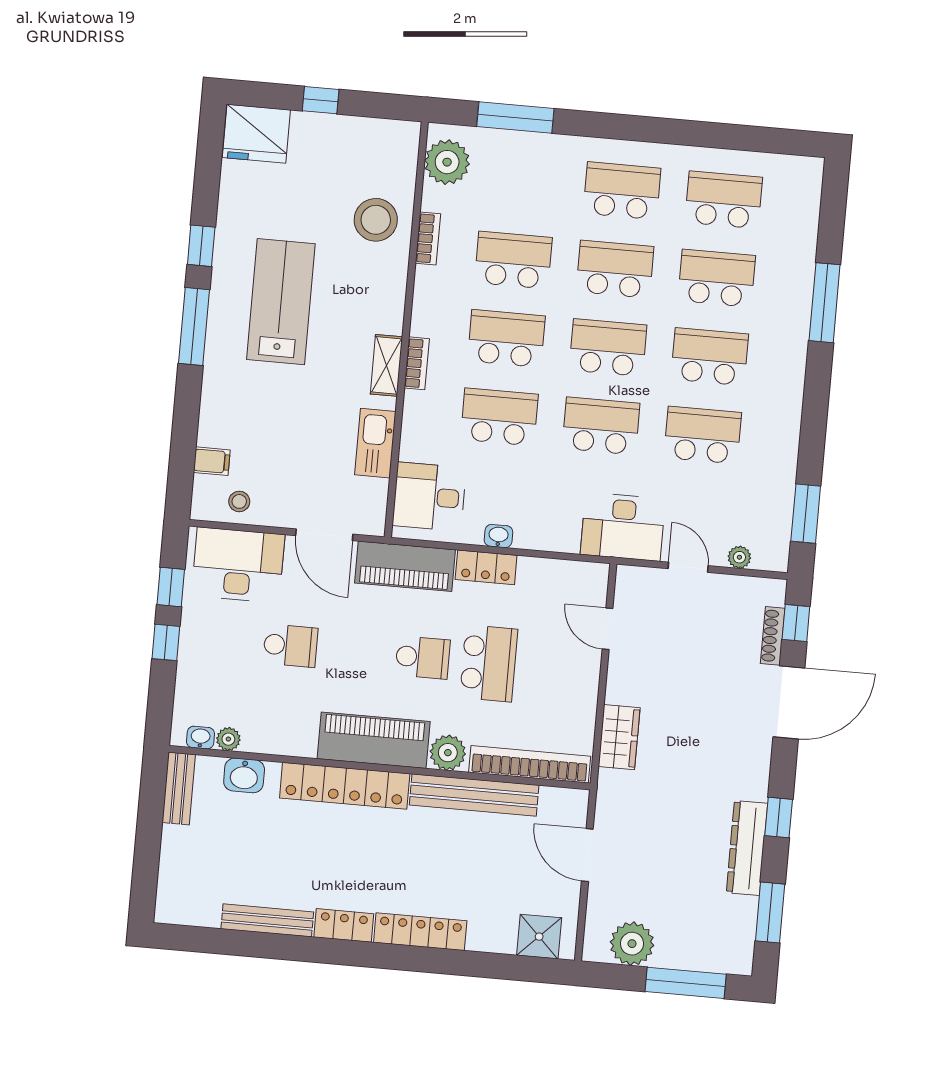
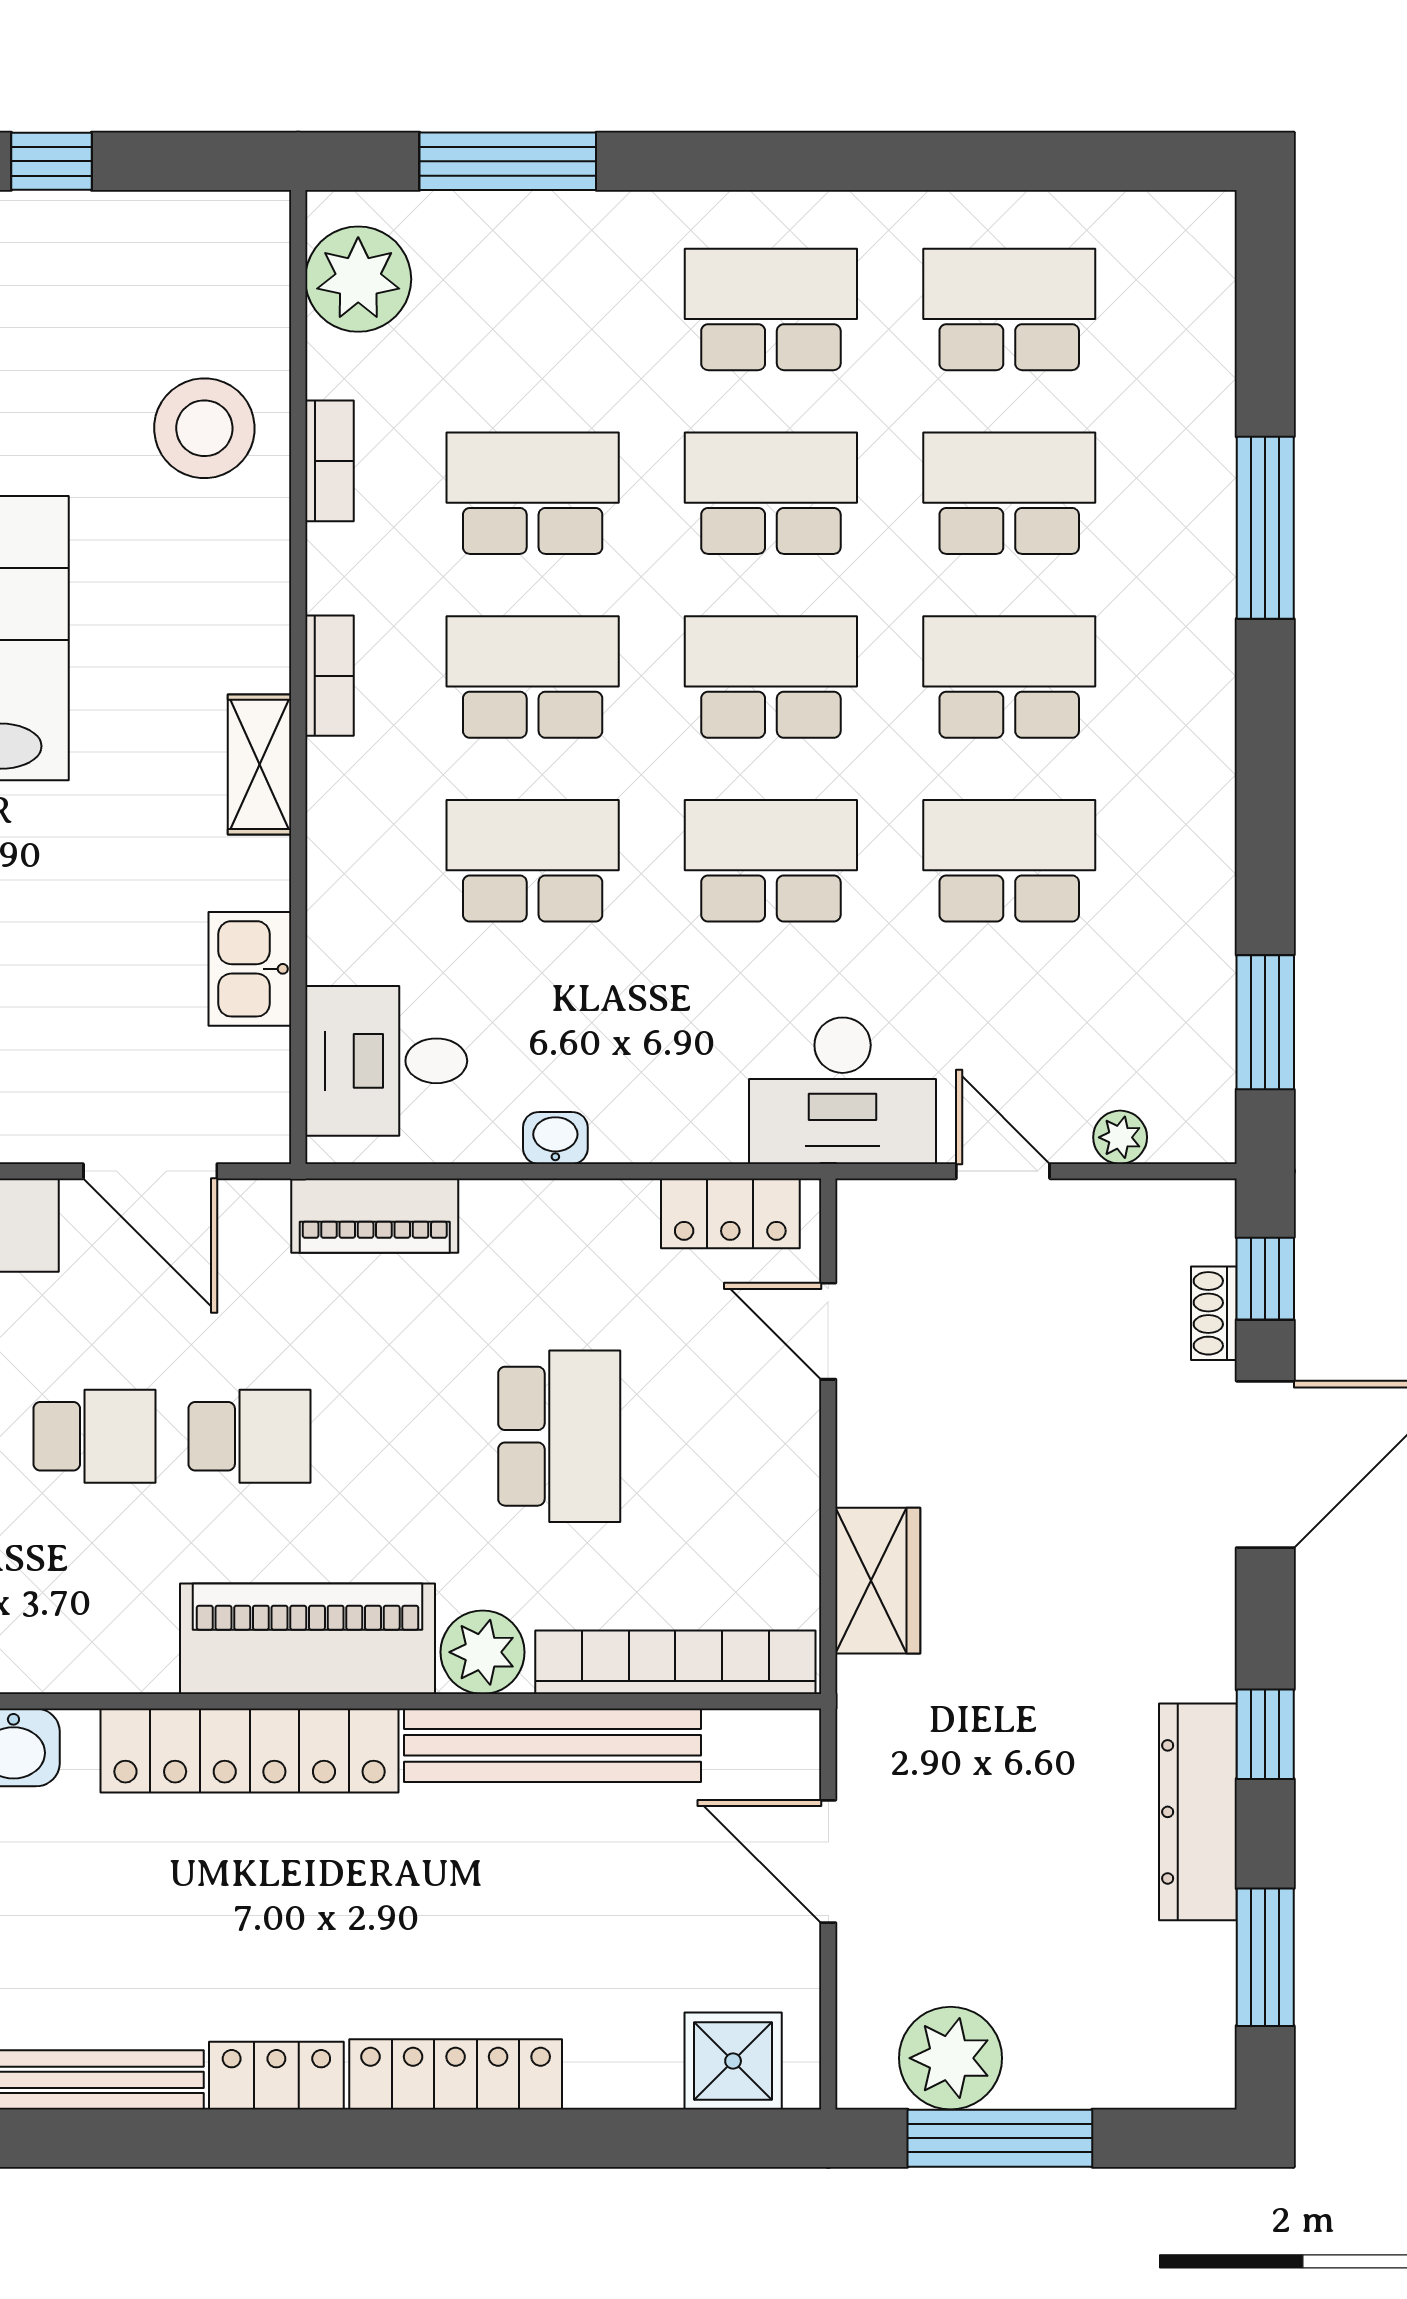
bookcase: (417, 363) -> (329, 676), moved
kitchen sink: (375, 443) -> (250, 969), width x0.73
piano: (405, 566) -> (375, 1216), width x0.73, depth x0.75
locker: (486, 567) -> (730, 1213), moved
shoe rack: (773, 636) -> (1214, 1313), width x0.70
school desk: (423, 658) -> (249, 1436), moved
window: (686, 983) -> (1000, 2138), moved

